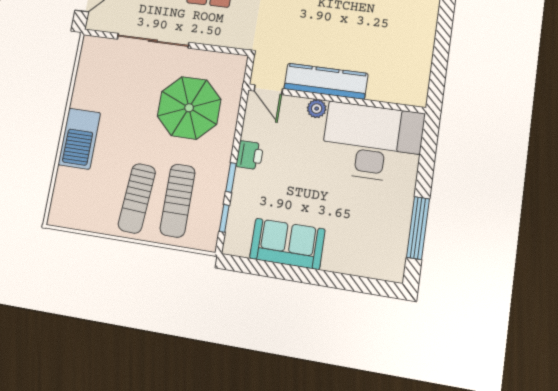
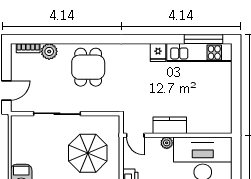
kitchen counter: (326, 81) -> (170, 125), width x0.67

